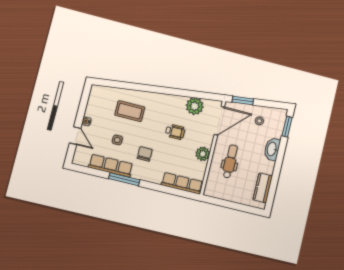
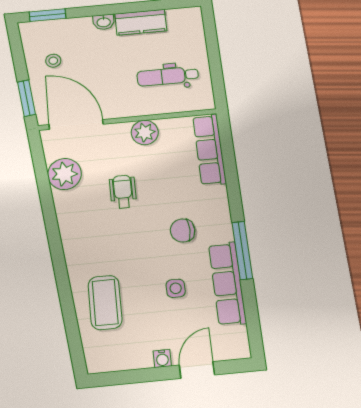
coffee table: (130, 111) -> (105, 302), moved
washbasin: (272, 149) -> (104, 22), width x0.52, depth x0.69
dental chair: (230, 161) -> (168, 76), moved
kitchen counter: (263, 188) -> (141, 22), moved

